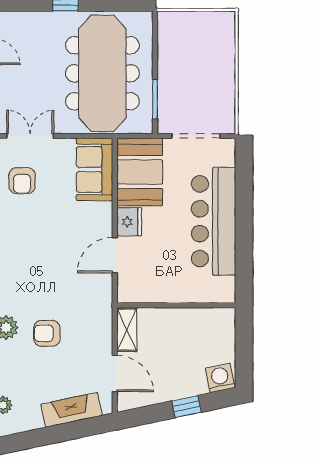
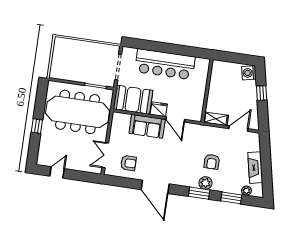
sofa: (95, 169) -> (147, 126), moved
fireplace: (71, 410) -> (255, 168), moved

